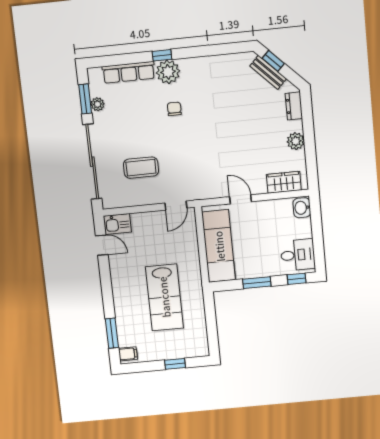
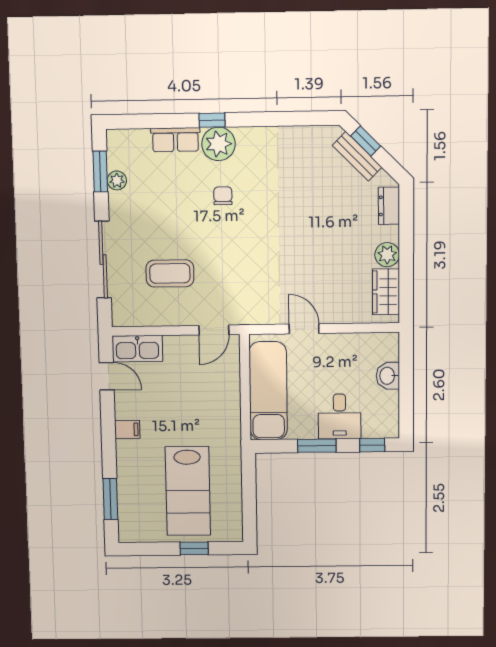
row of seats: (129, 72) -> (175, 140), width x0.68
sliding door: (92, 162) -> (103, 260), width x0.73
wardrobe: (284, 182) -> (386, 292), moved, turned -90
washbasin: (302, 208) -> (388, 376), moved
kitchen sink: (117, 224) -> (137, 349), width x1.38
desk: (298, 255) -> (340, 416), moved, turned 90
lab bench: (164, 297) -> (188, 491), moved
filing cabinet: (128, 354) -> (127, 429), moved

